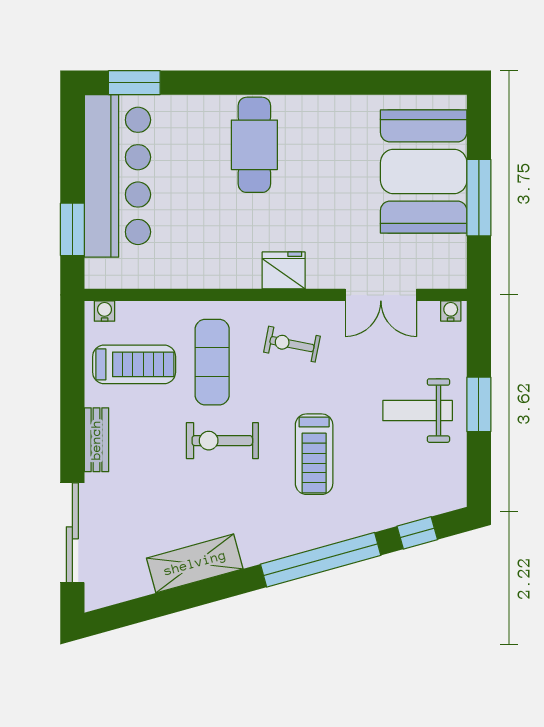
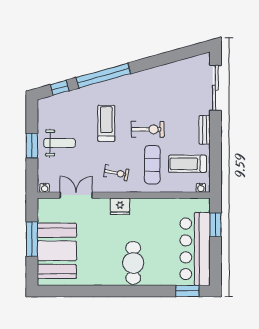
shelving: (195, 563) -> (160, 74), removed

